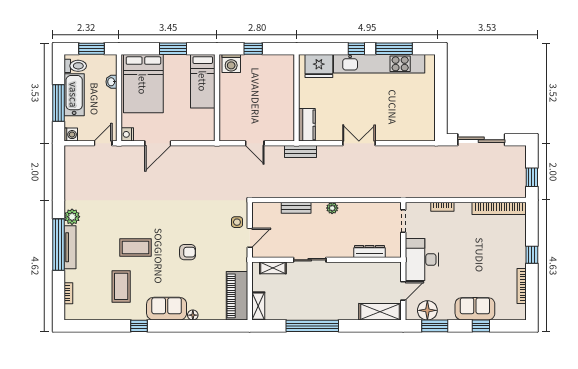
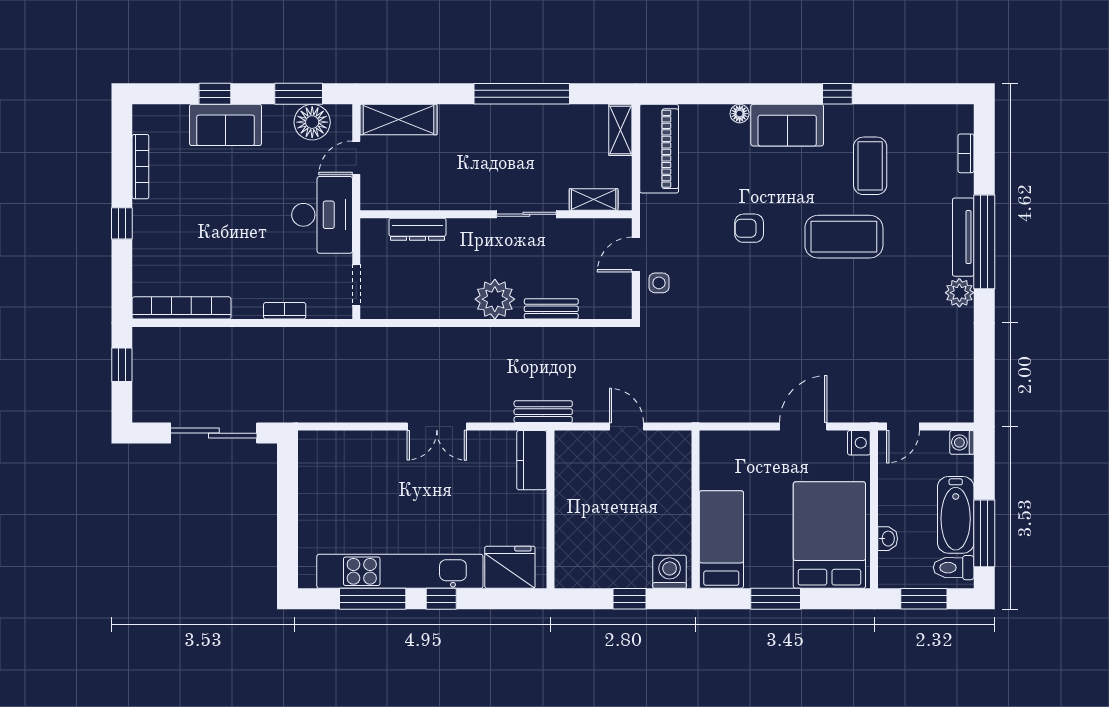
window: (58, 103) -> (984, 533), moved
plant: (332, 208) -> (495, 299), width x1.88, depth x1.88
coffee table: (135, 247) -> (844, 237), width x1.36, depth x1.32

